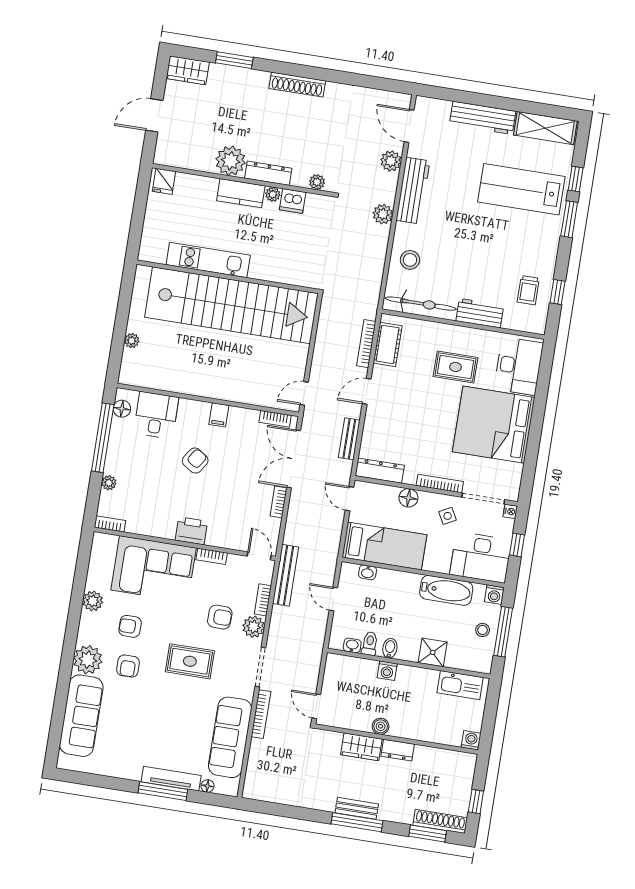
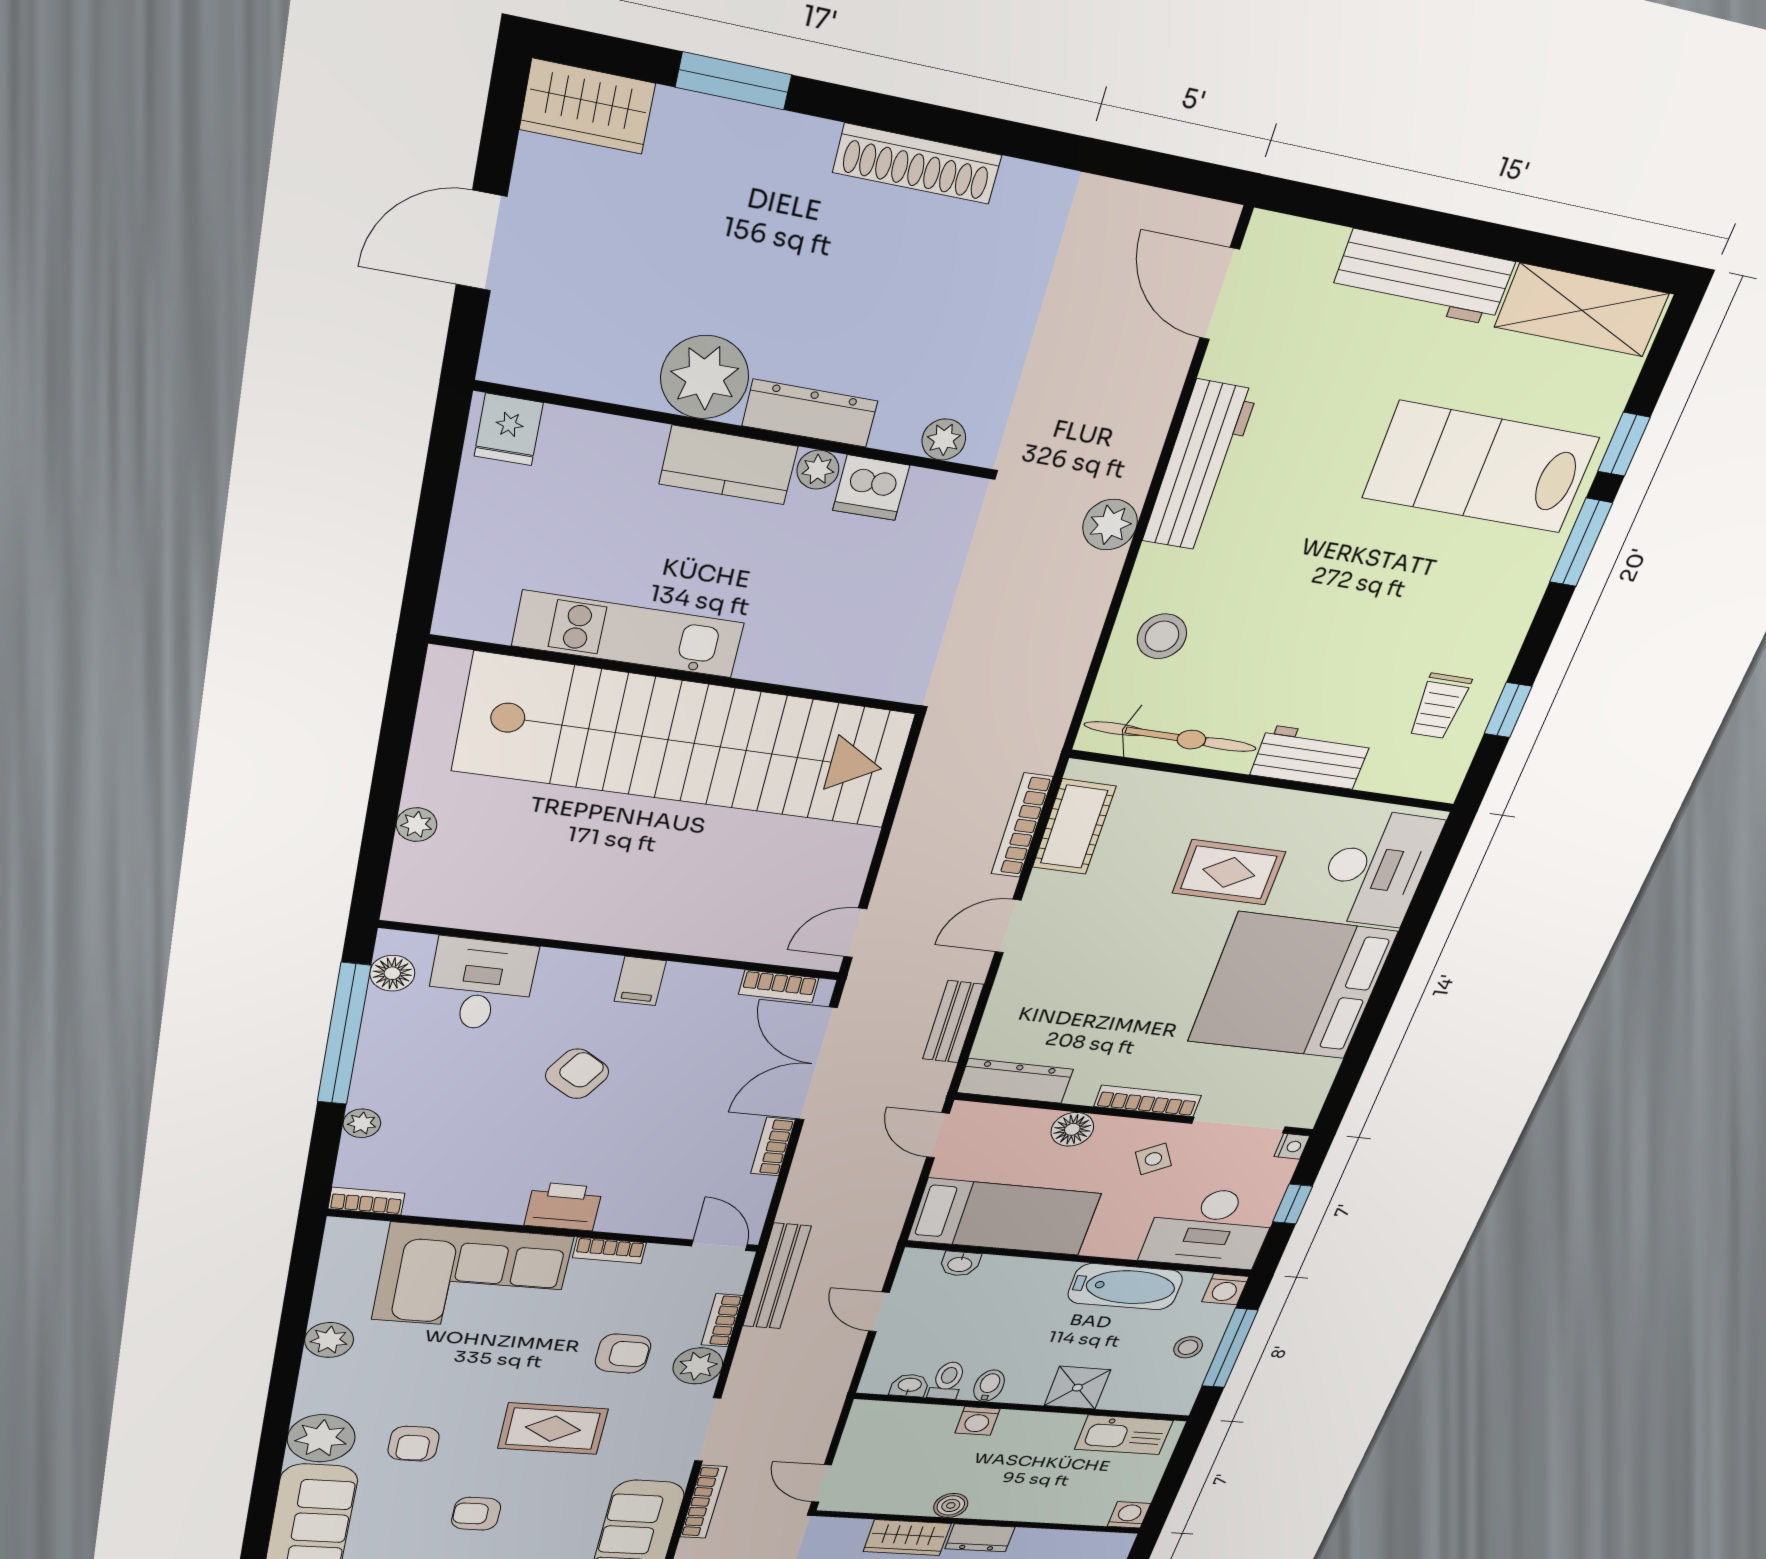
plant: (391, 161) -> (1154, 388), removed
armchair: (130, 626) -> (476, 1514), moved

